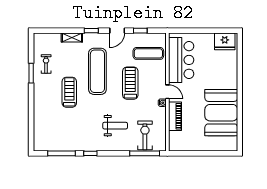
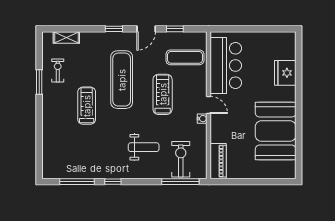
shelving: (72, 37) -> (66, 38), moved
fridge: (225, 41) -> (285, 73), moved, turned 90
piano: (175, 116) -> (218, 161), moved

